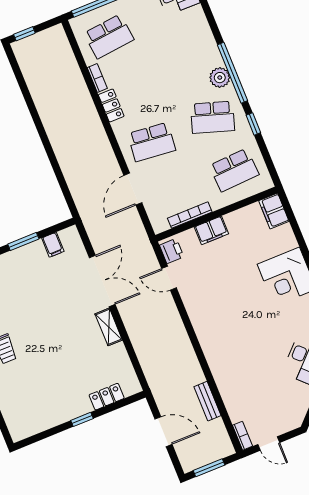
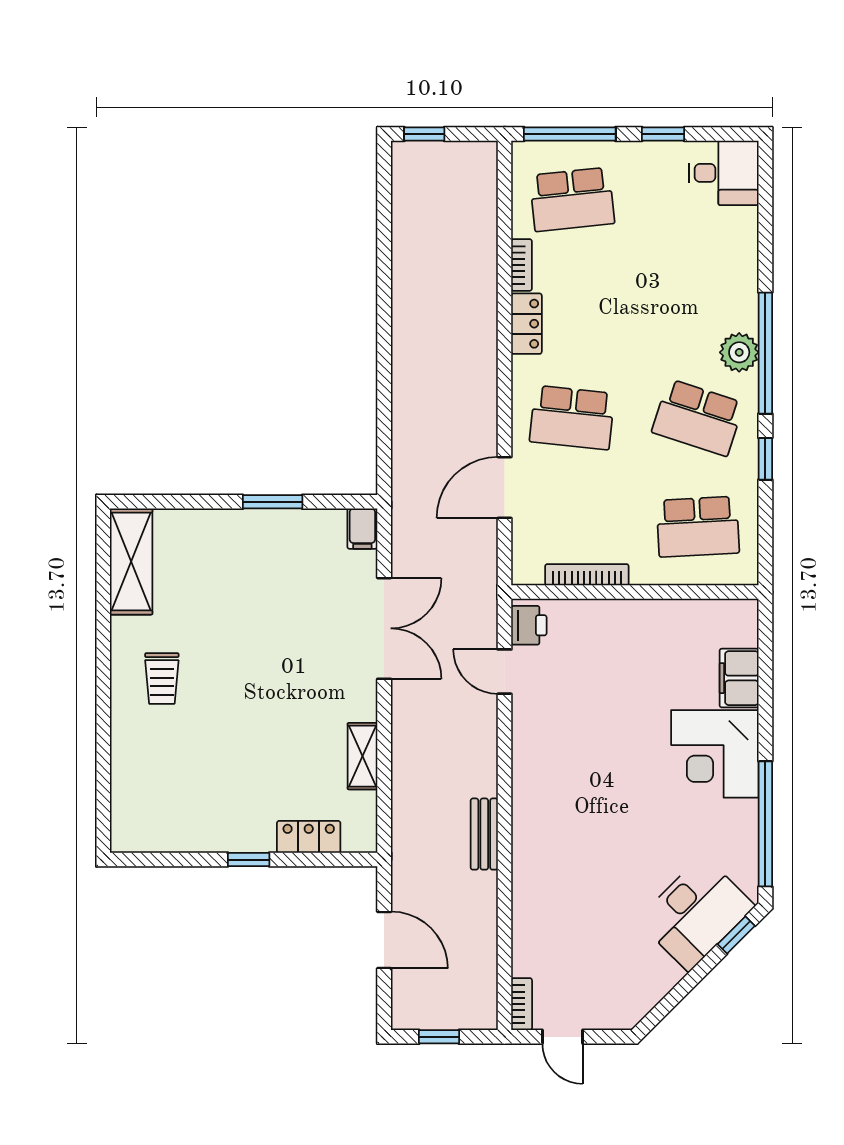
filing cabinet: (274, 211) -> (739, 678), moved
filing cabinet: (211, 230) -> (614, 617), removed
filing cabinet: (53, 245) -> (362, 529), moved
shelving: (109, 327) -> (363, 756), moved
bench: (207, 401) -> (484, 834), moved
window: (209, 468) -> (439, 1037), width x0.67

